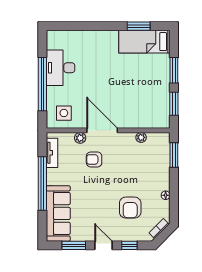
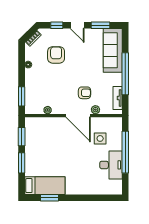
side table: (64, 113) -> (100, 138), moved

